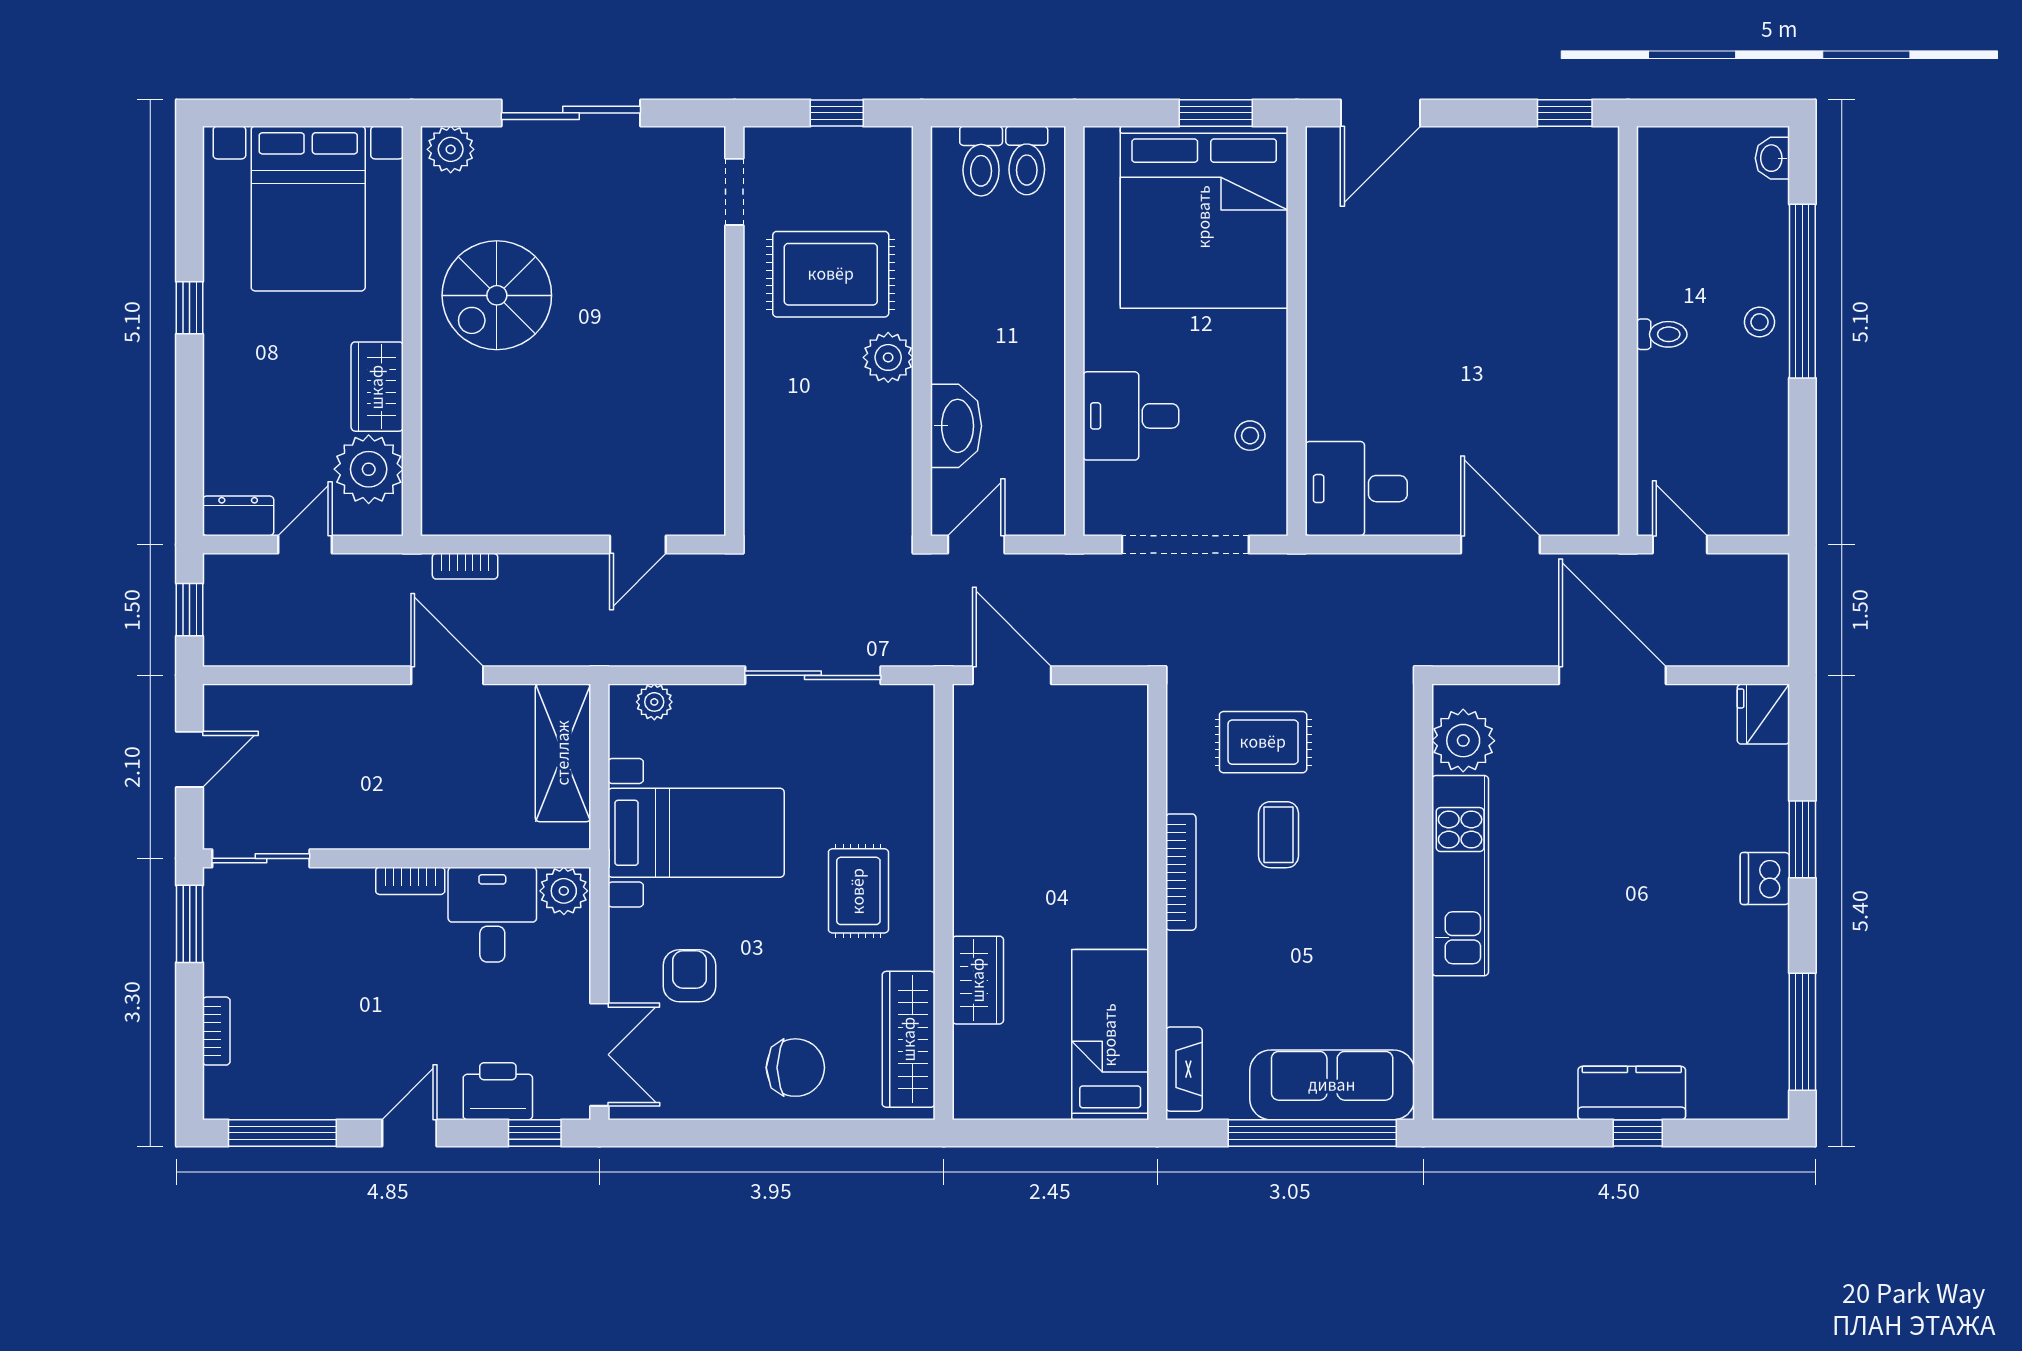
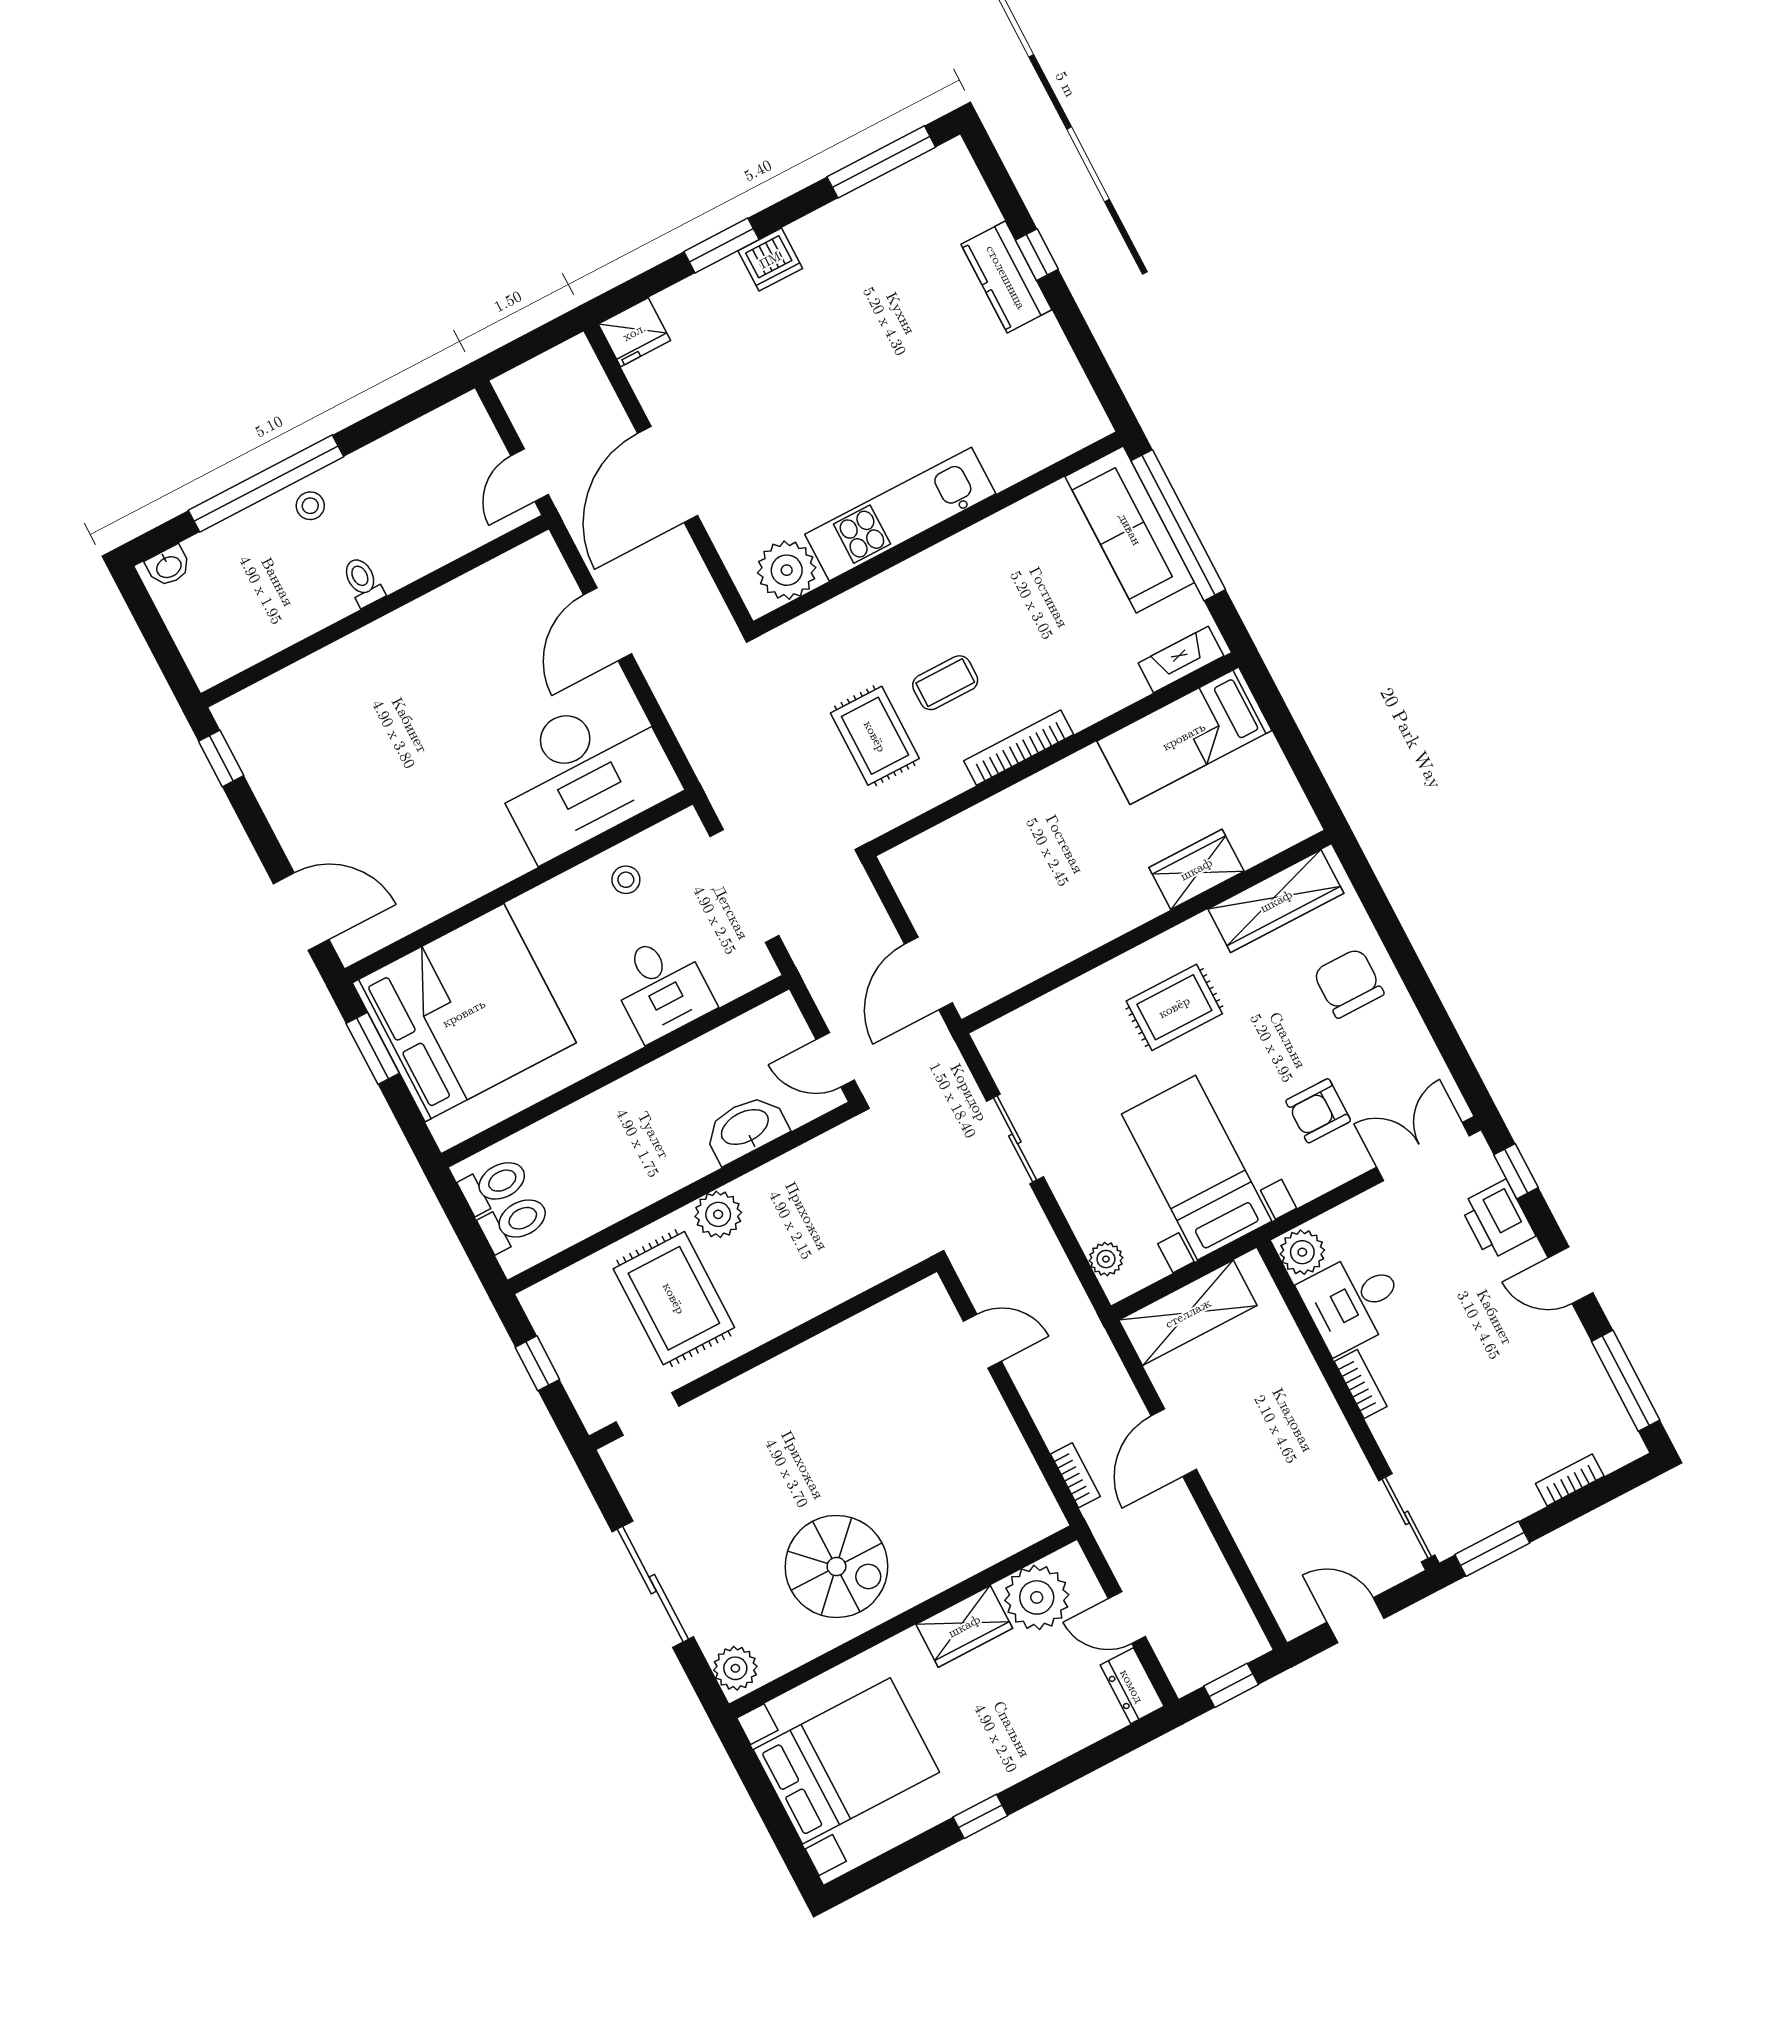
desk: (1356, 489) -> (583, 774), width x1.87, depth x1.30
sliding door: (813, 675) -> (1015, 1139), width x0.73

